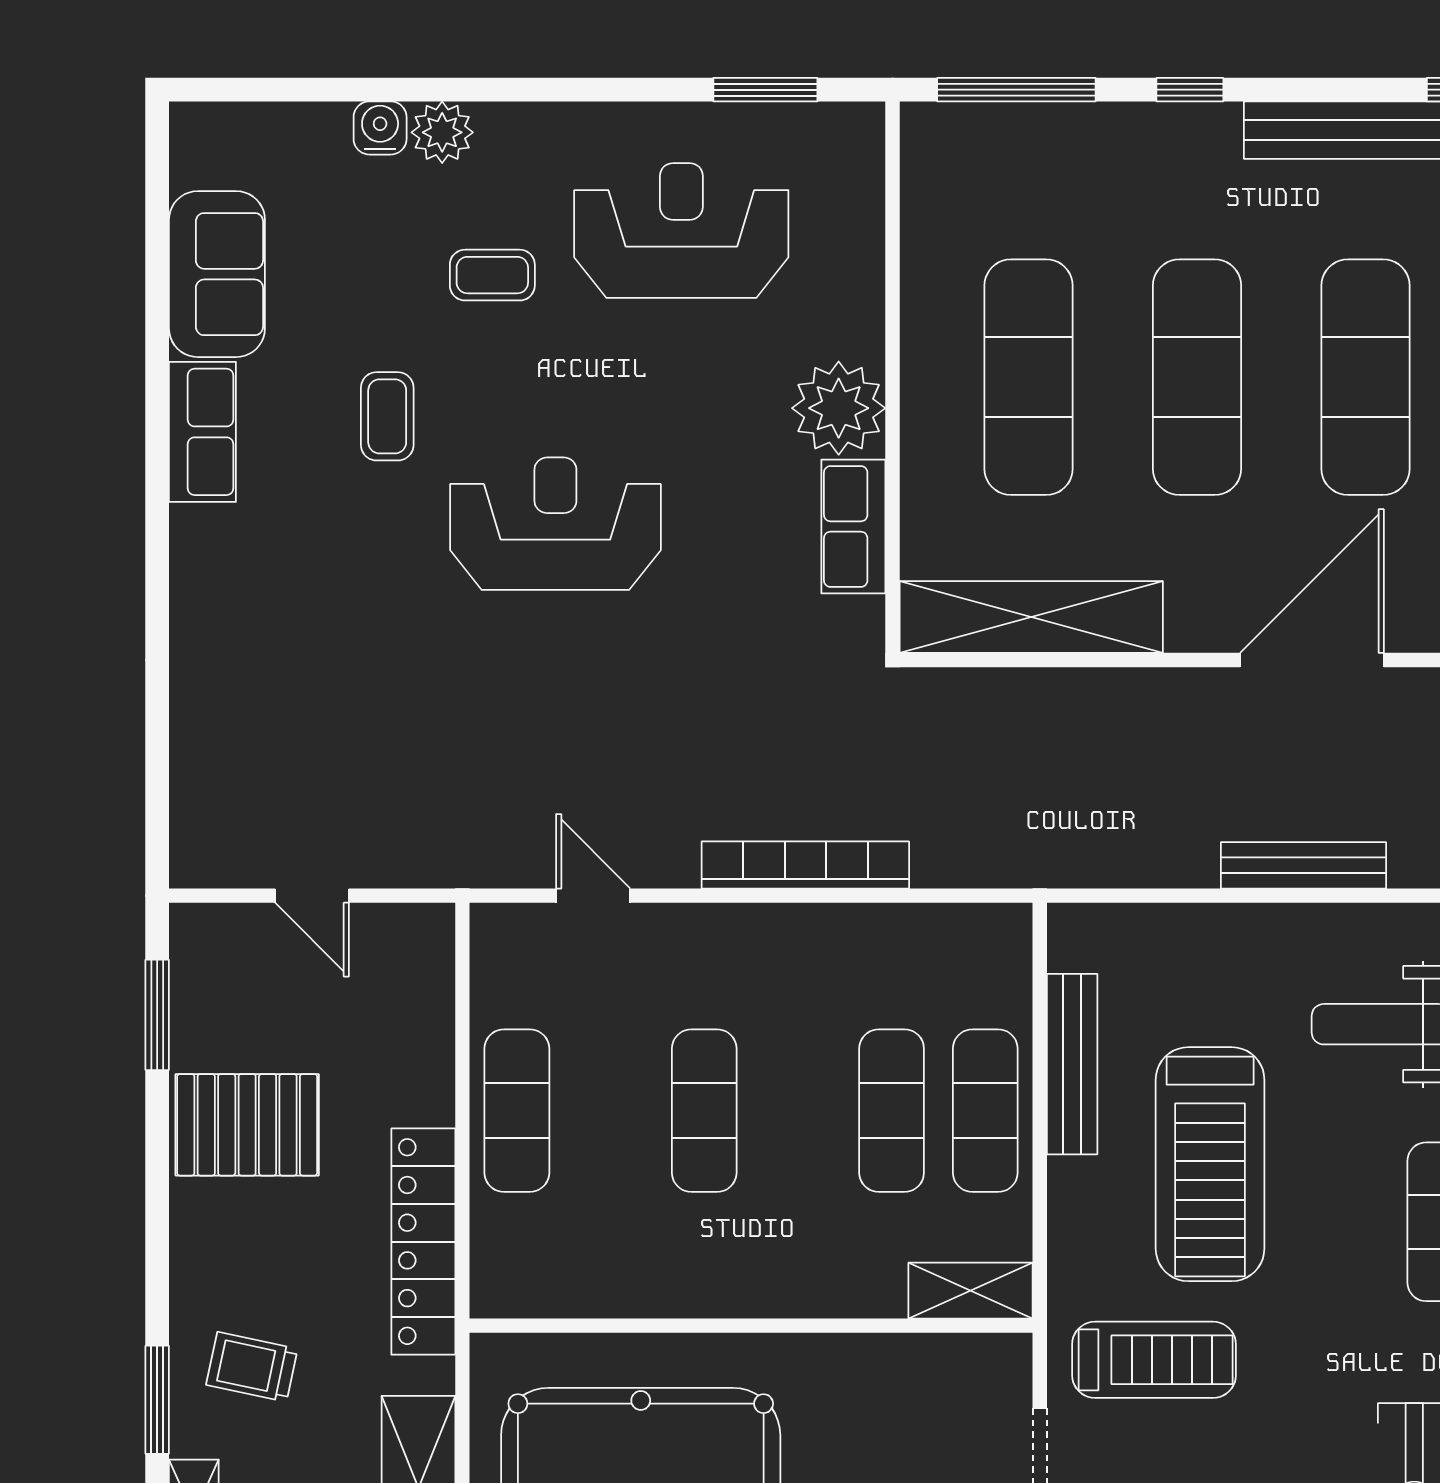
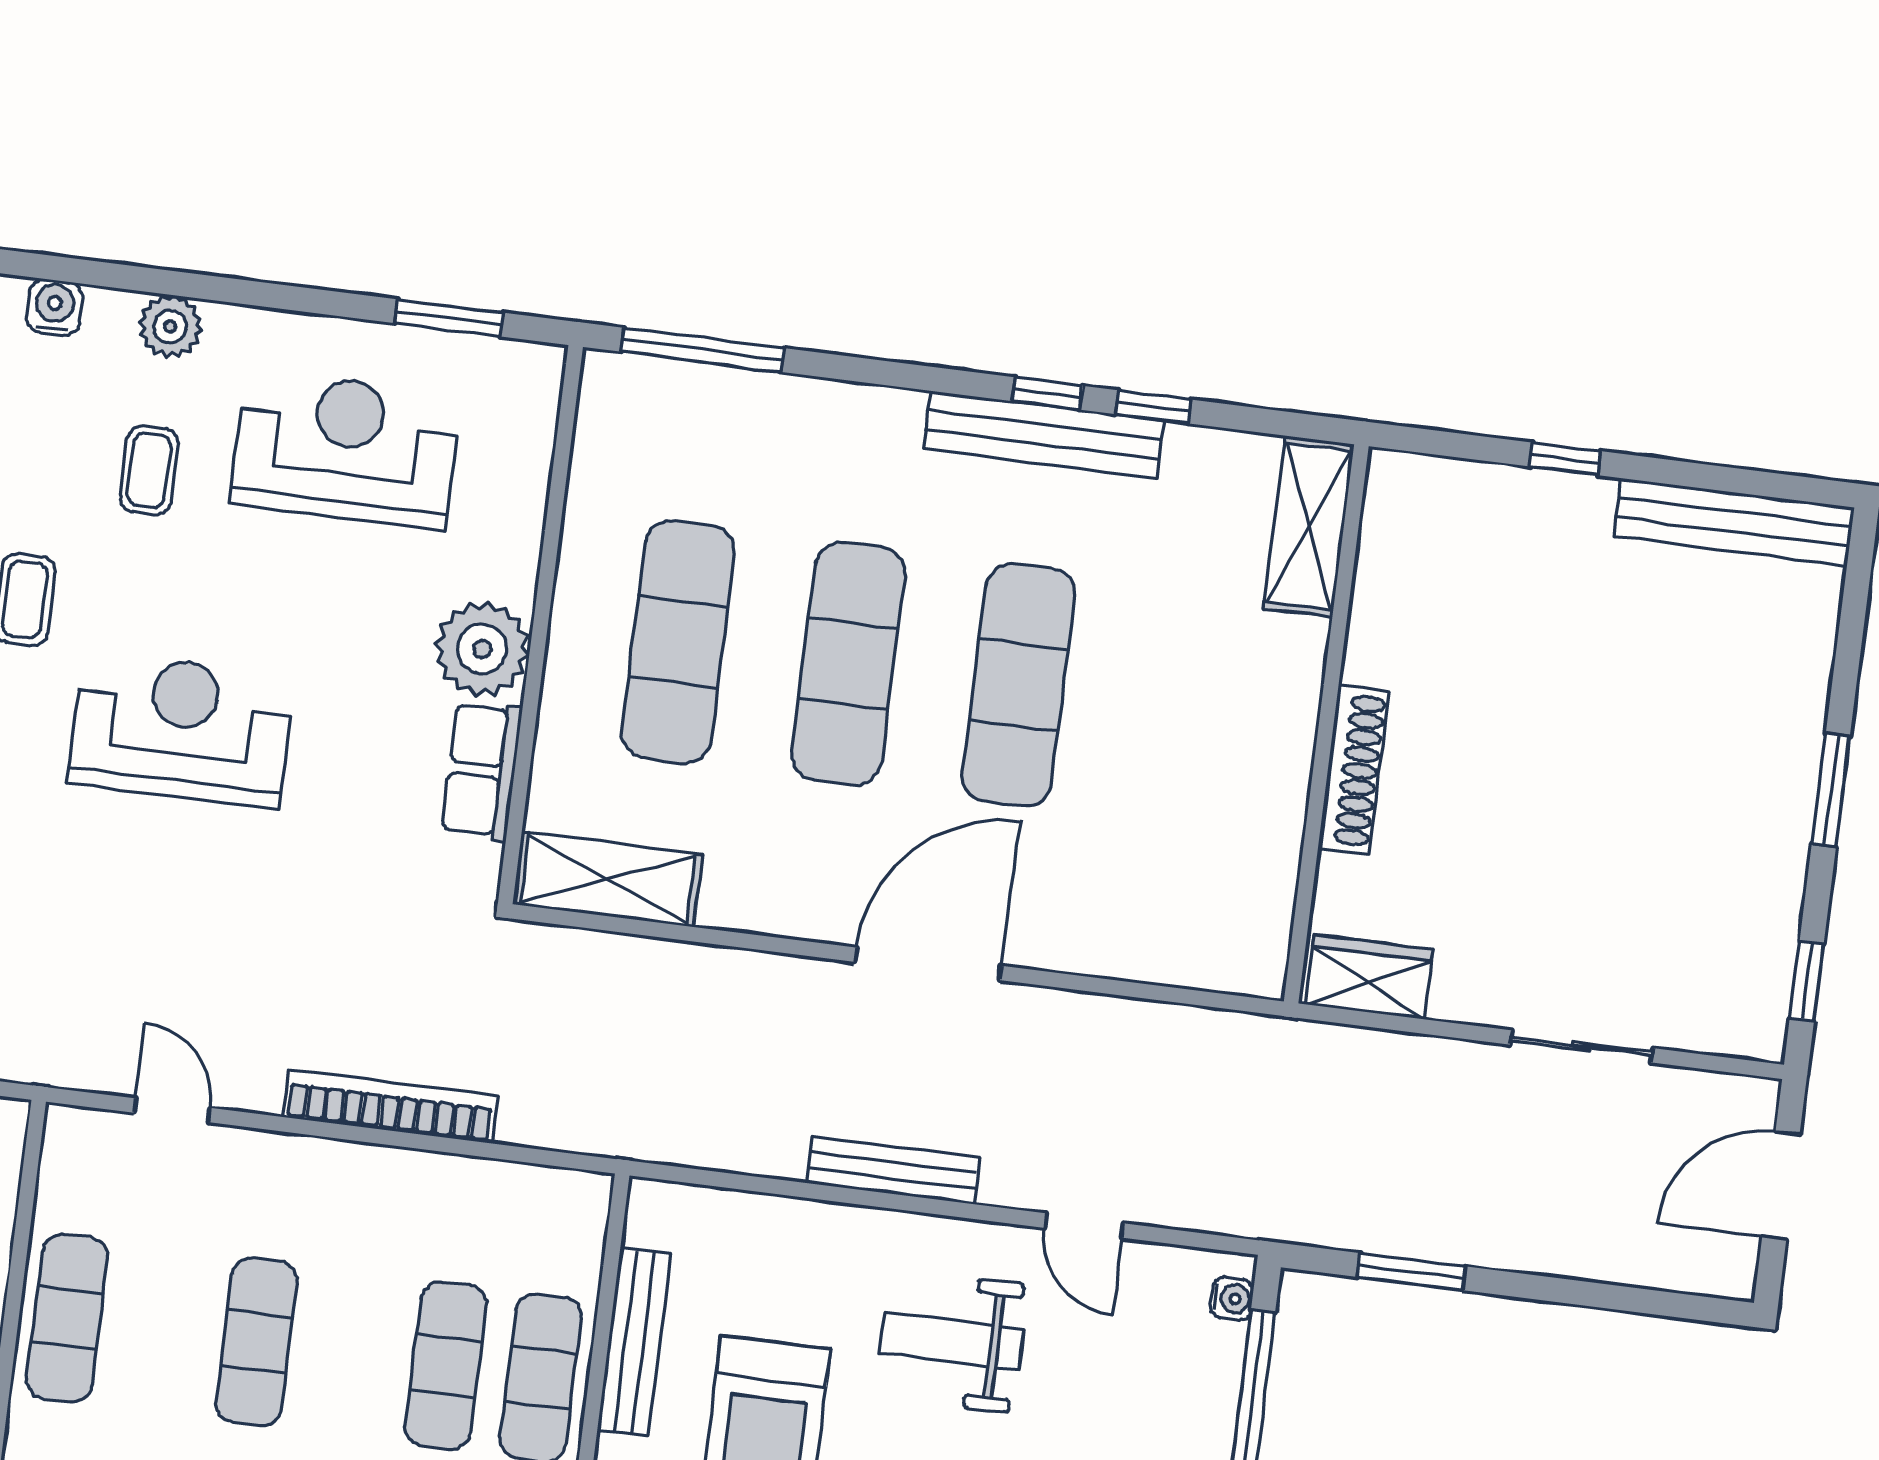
window: (1190, 90) -> (1047, 393), moved
plant: (442, 132) -> (170, 326), moved
coffee table: (492, 275) -> (149, 470), turned 90
shelving: (1031, 617) -> (608, 879), width x0.68

